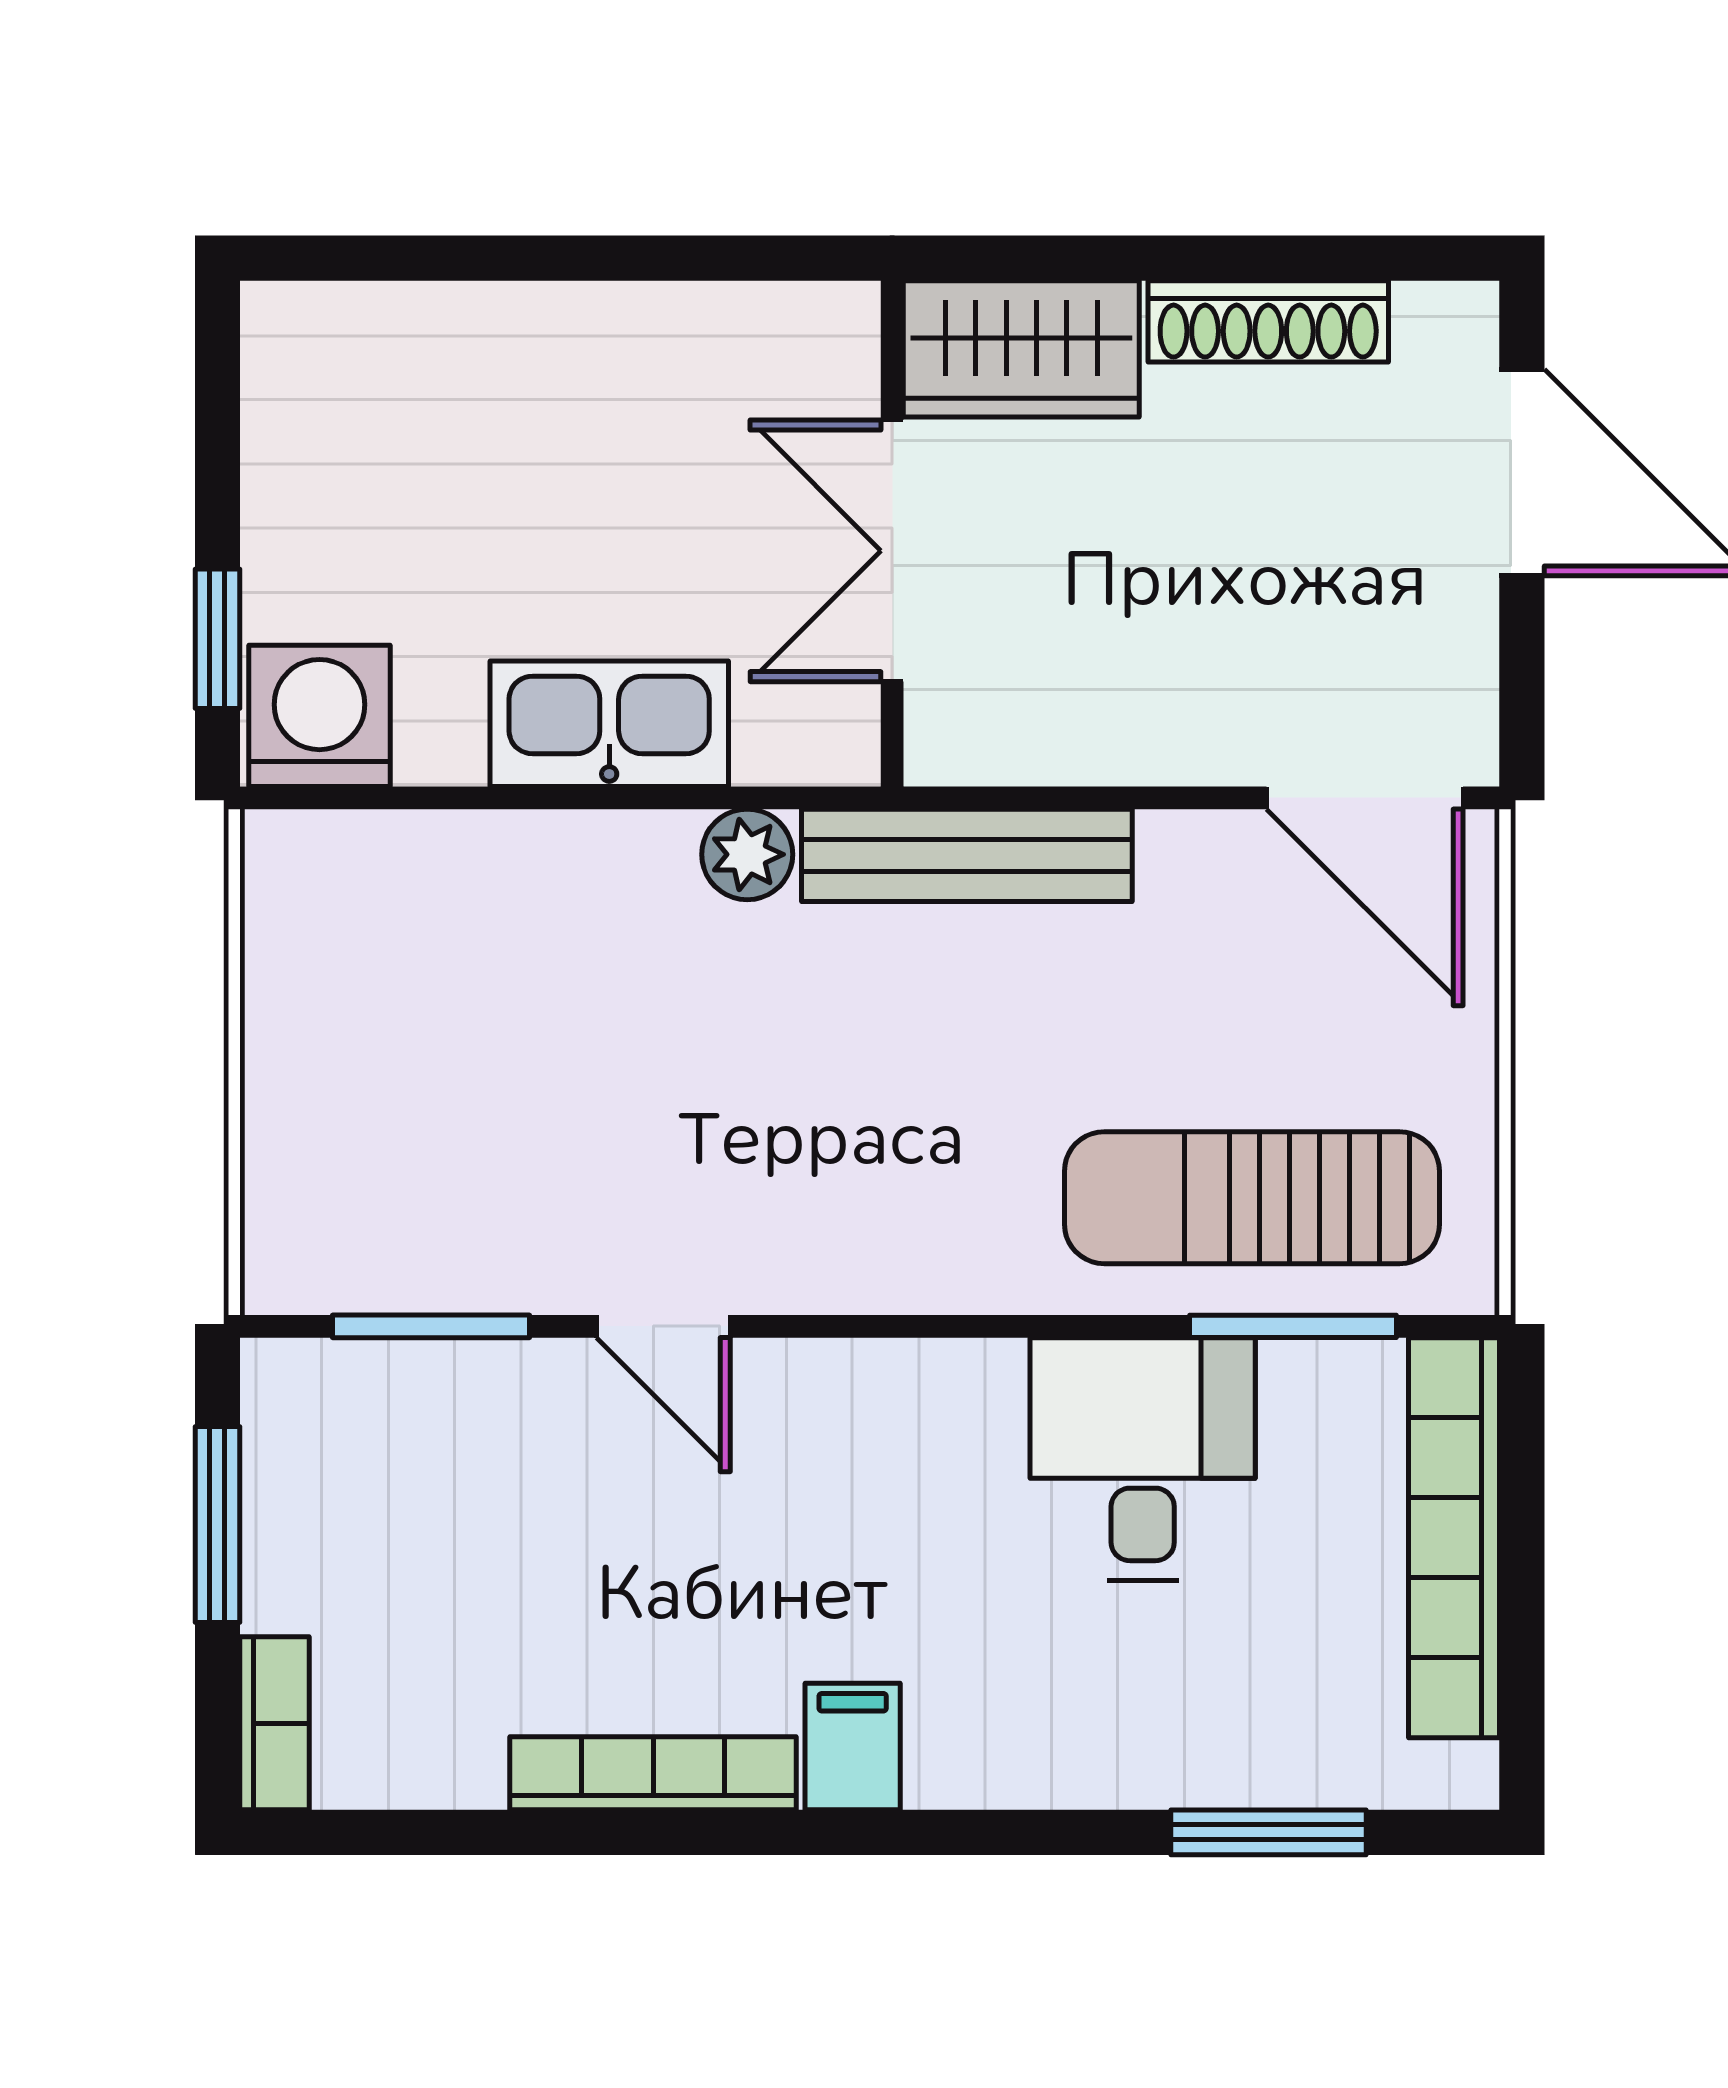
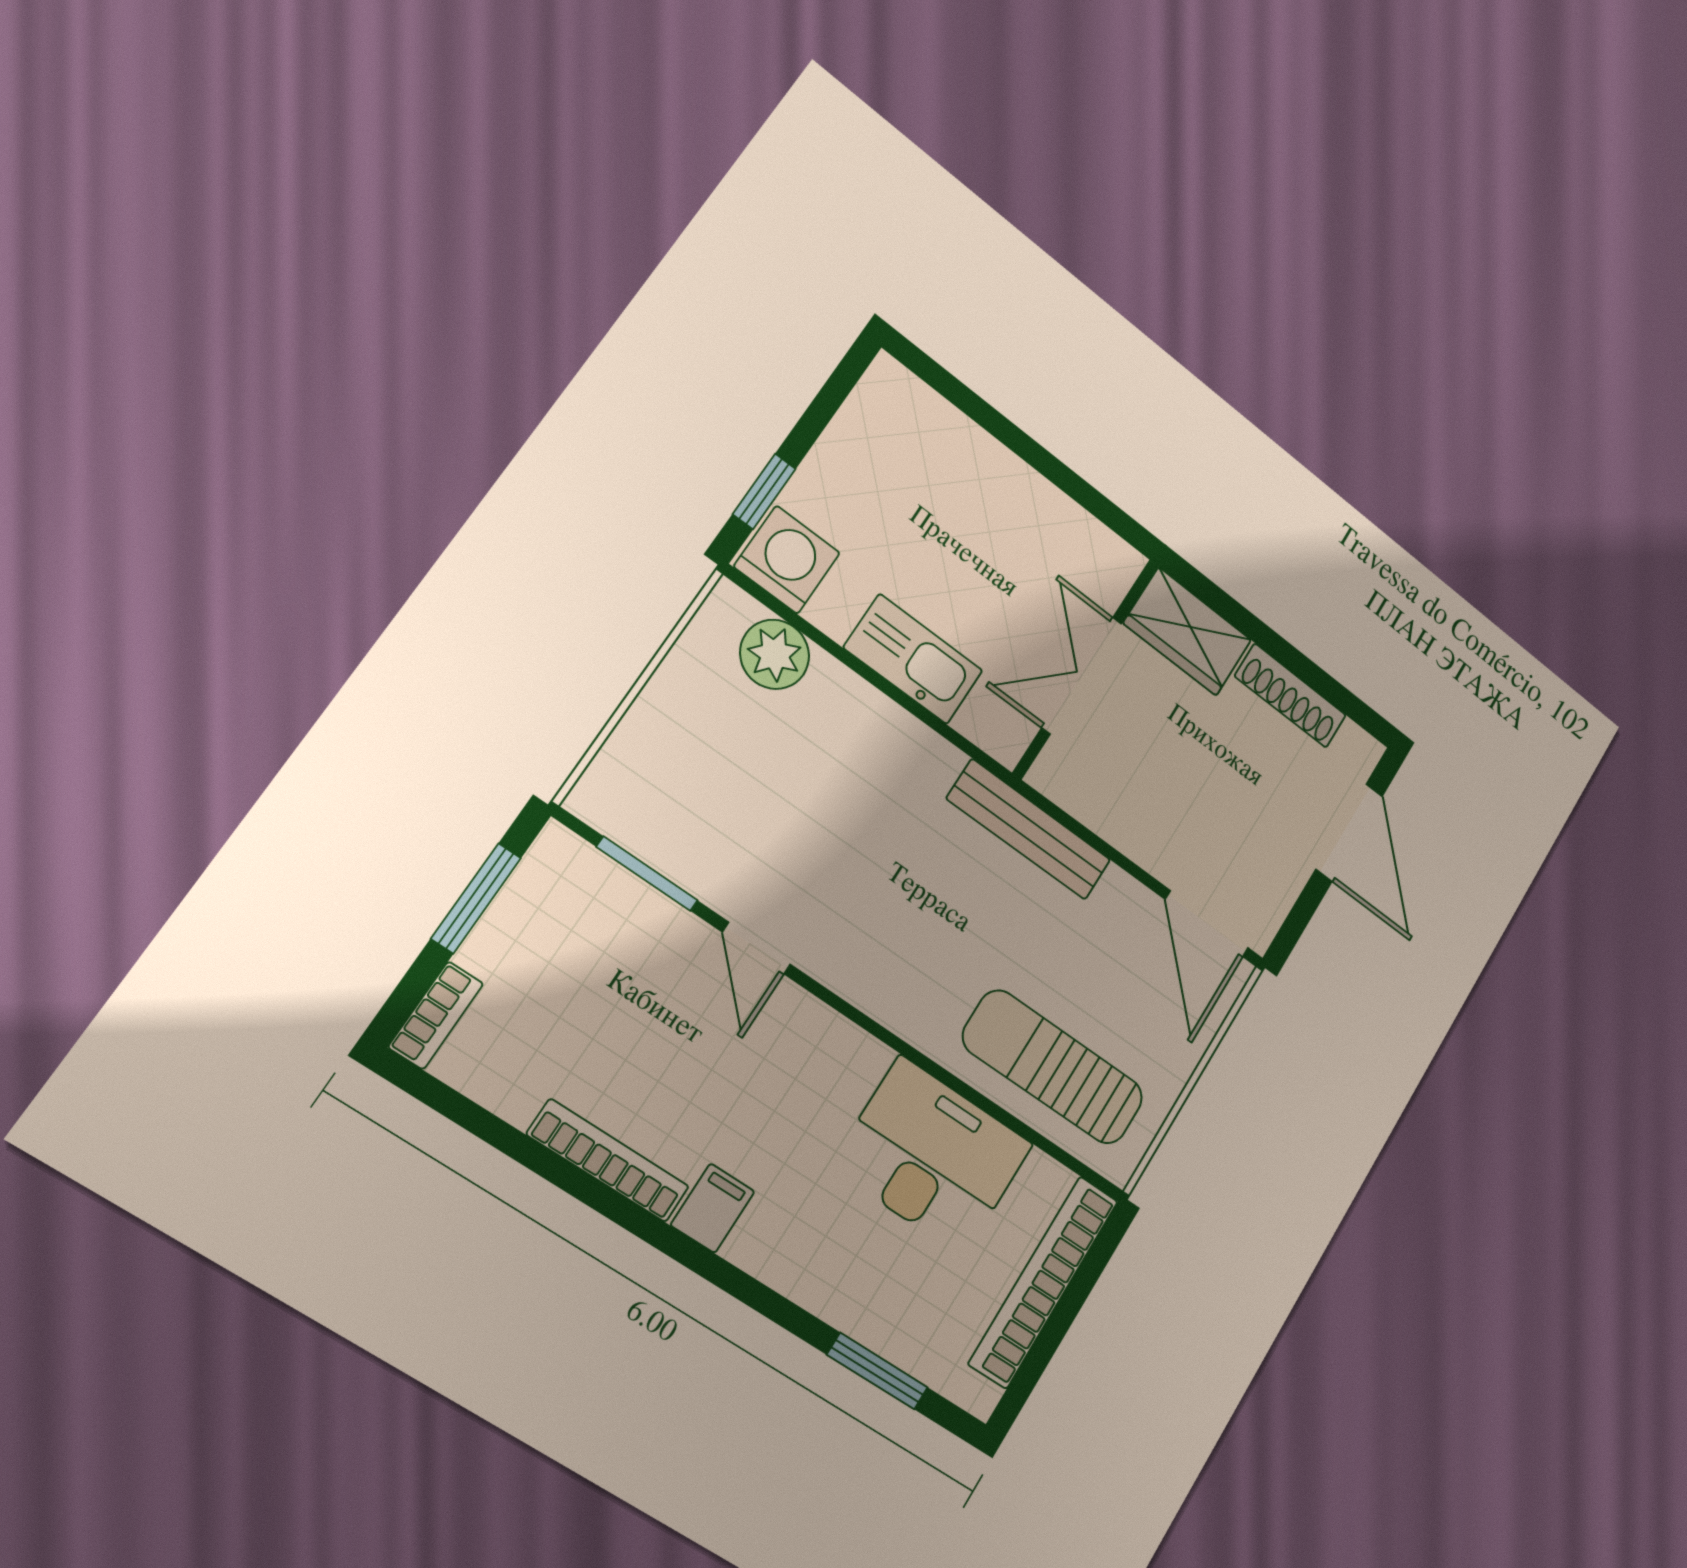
plant: (747, 854) -> (775, 654), moved, width x1.38, depth x1.38
window: (1293, 1326) -> (1035, 1138), removed
desk: (1143, 1459) -> (932, 1156), width x1.37

